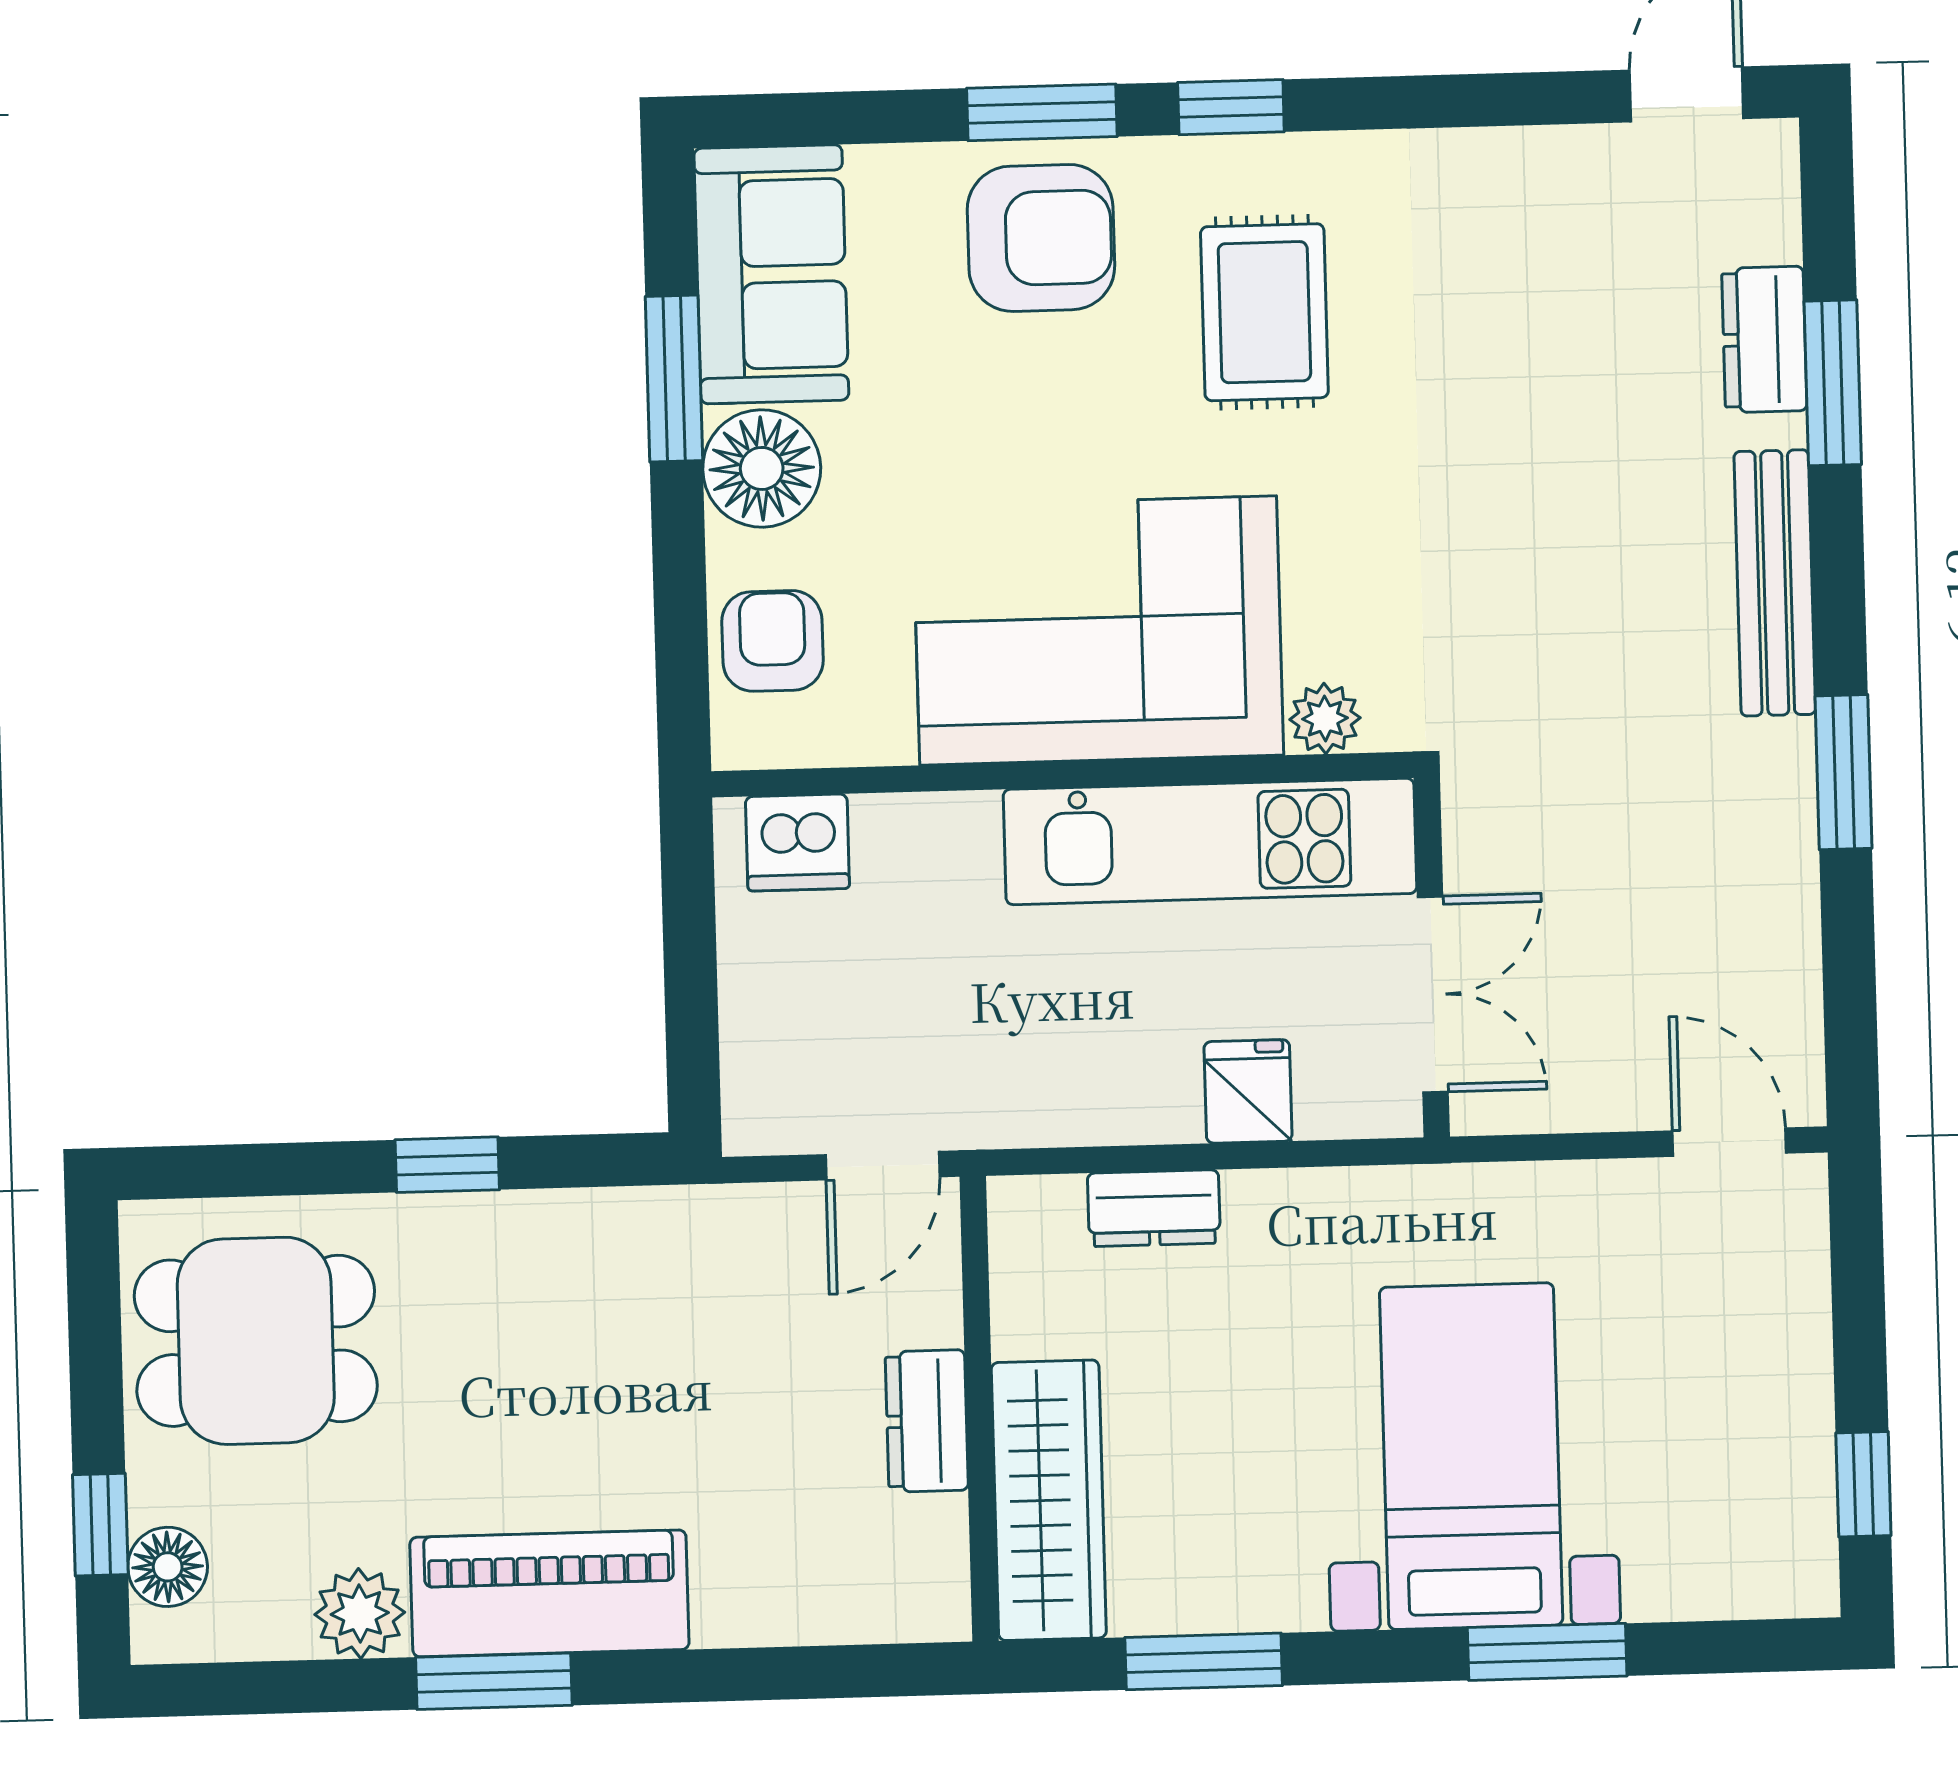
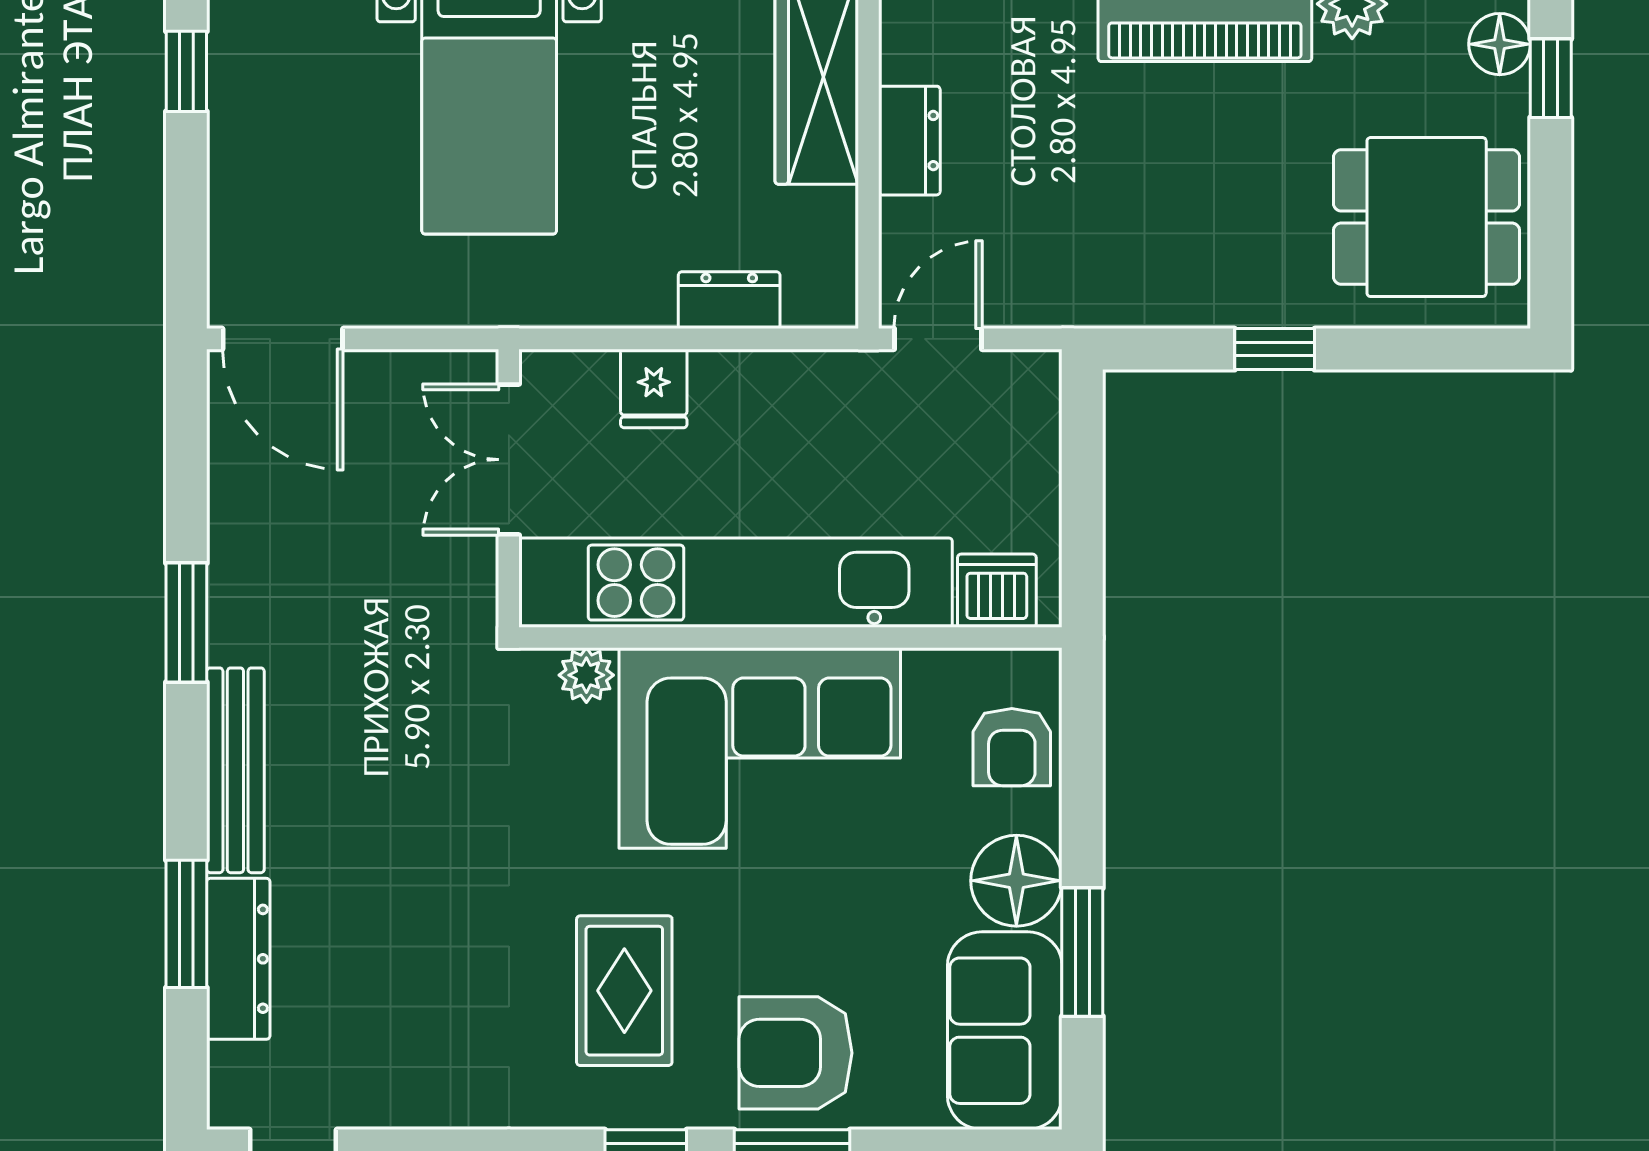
dresser: (1764, 339) -> (238, 959), width x1.44
kitchen unit: (1210, 841) -> (736, 583), width x1.36
door: (1729, 1142) -> (283, 339), width x1.38

